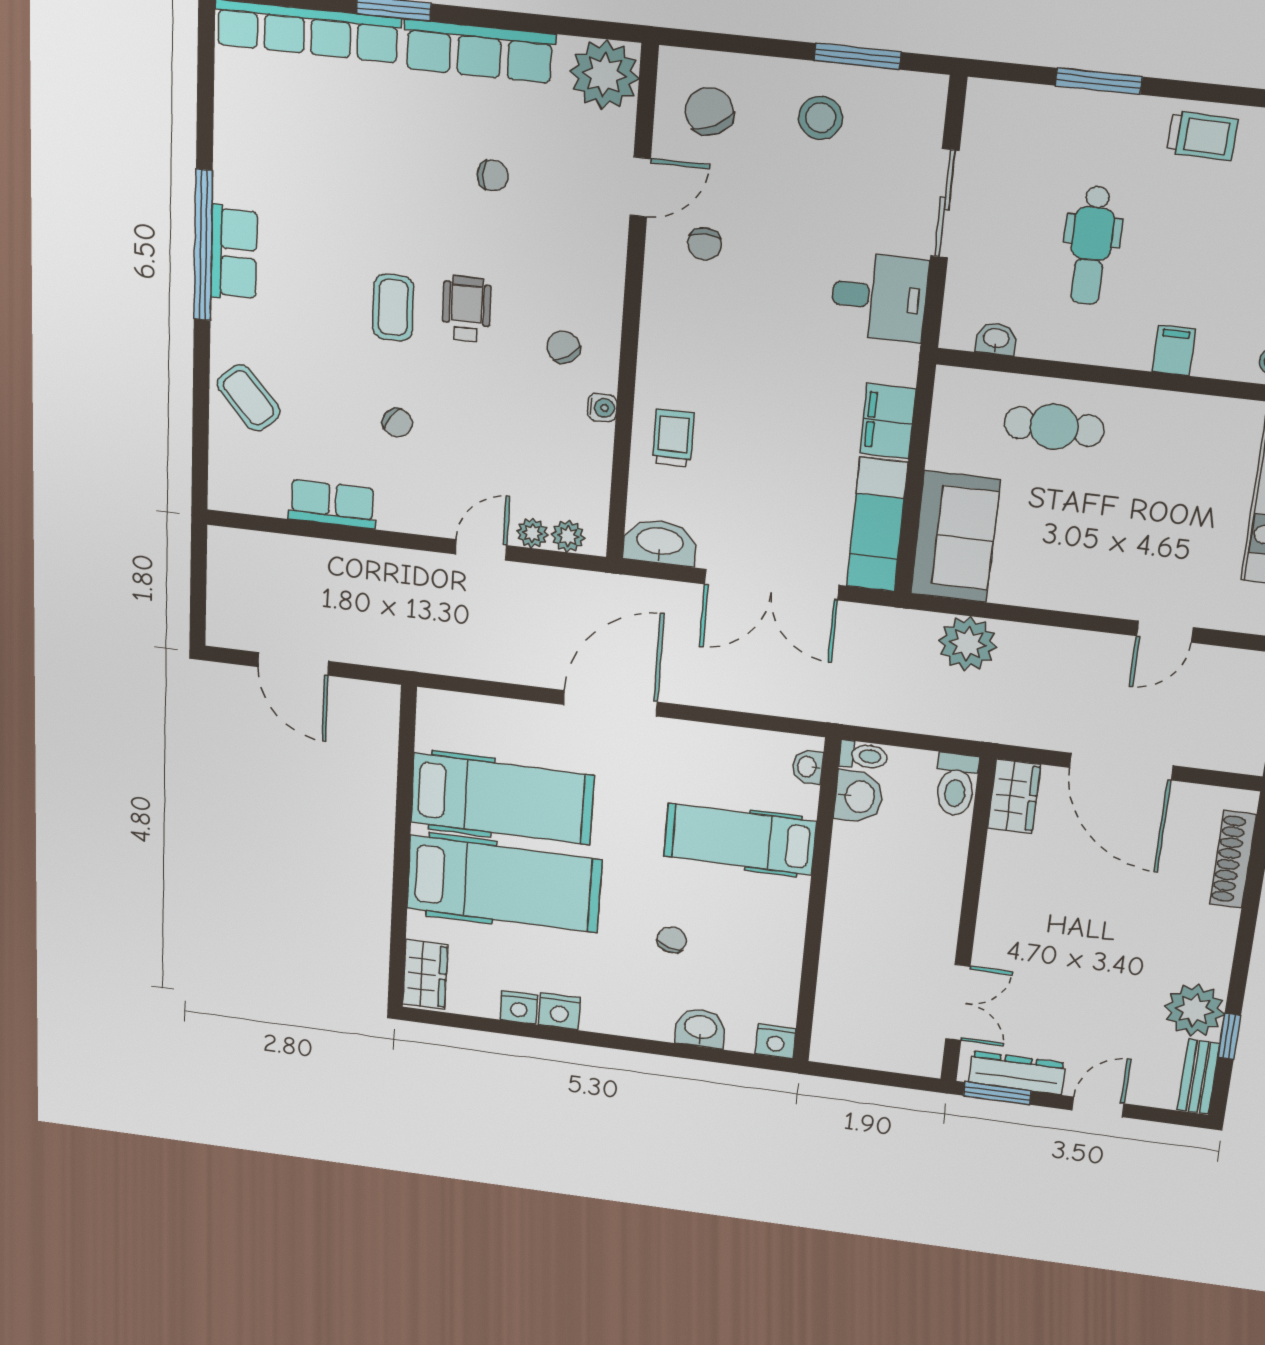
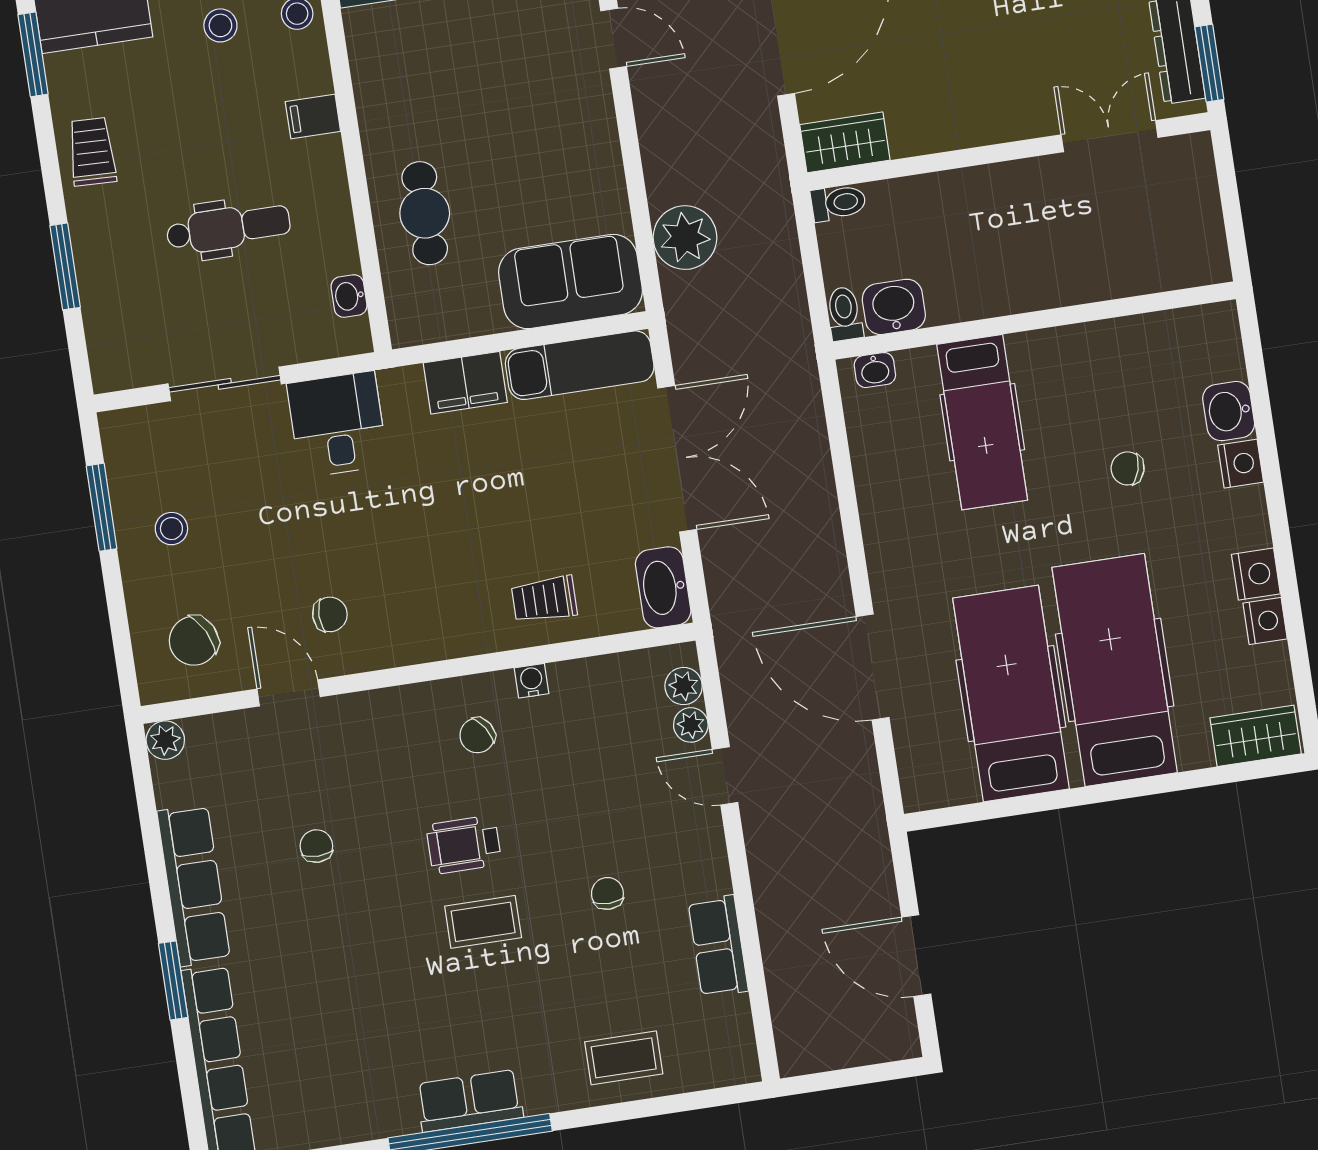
plant: (604, 75) -> (165, 740), width x0.53, depth x0.53
stool: (821, 118) -> (171, 529), width x0.73, depth x0.73
coffee table: (249, 398) -> (624, 1058), turned 41
chair: (397, 423) -> (607, 893), turned -36
door: (293, 664) -> (916, 956), swing flipped
door: (610, 703) -> (873, 667), moved
toilet: (956, 785) -> (838, 203), width x0.73, depth x0.72
nightstand: (776, 1041) -> (1241, 464), moved

